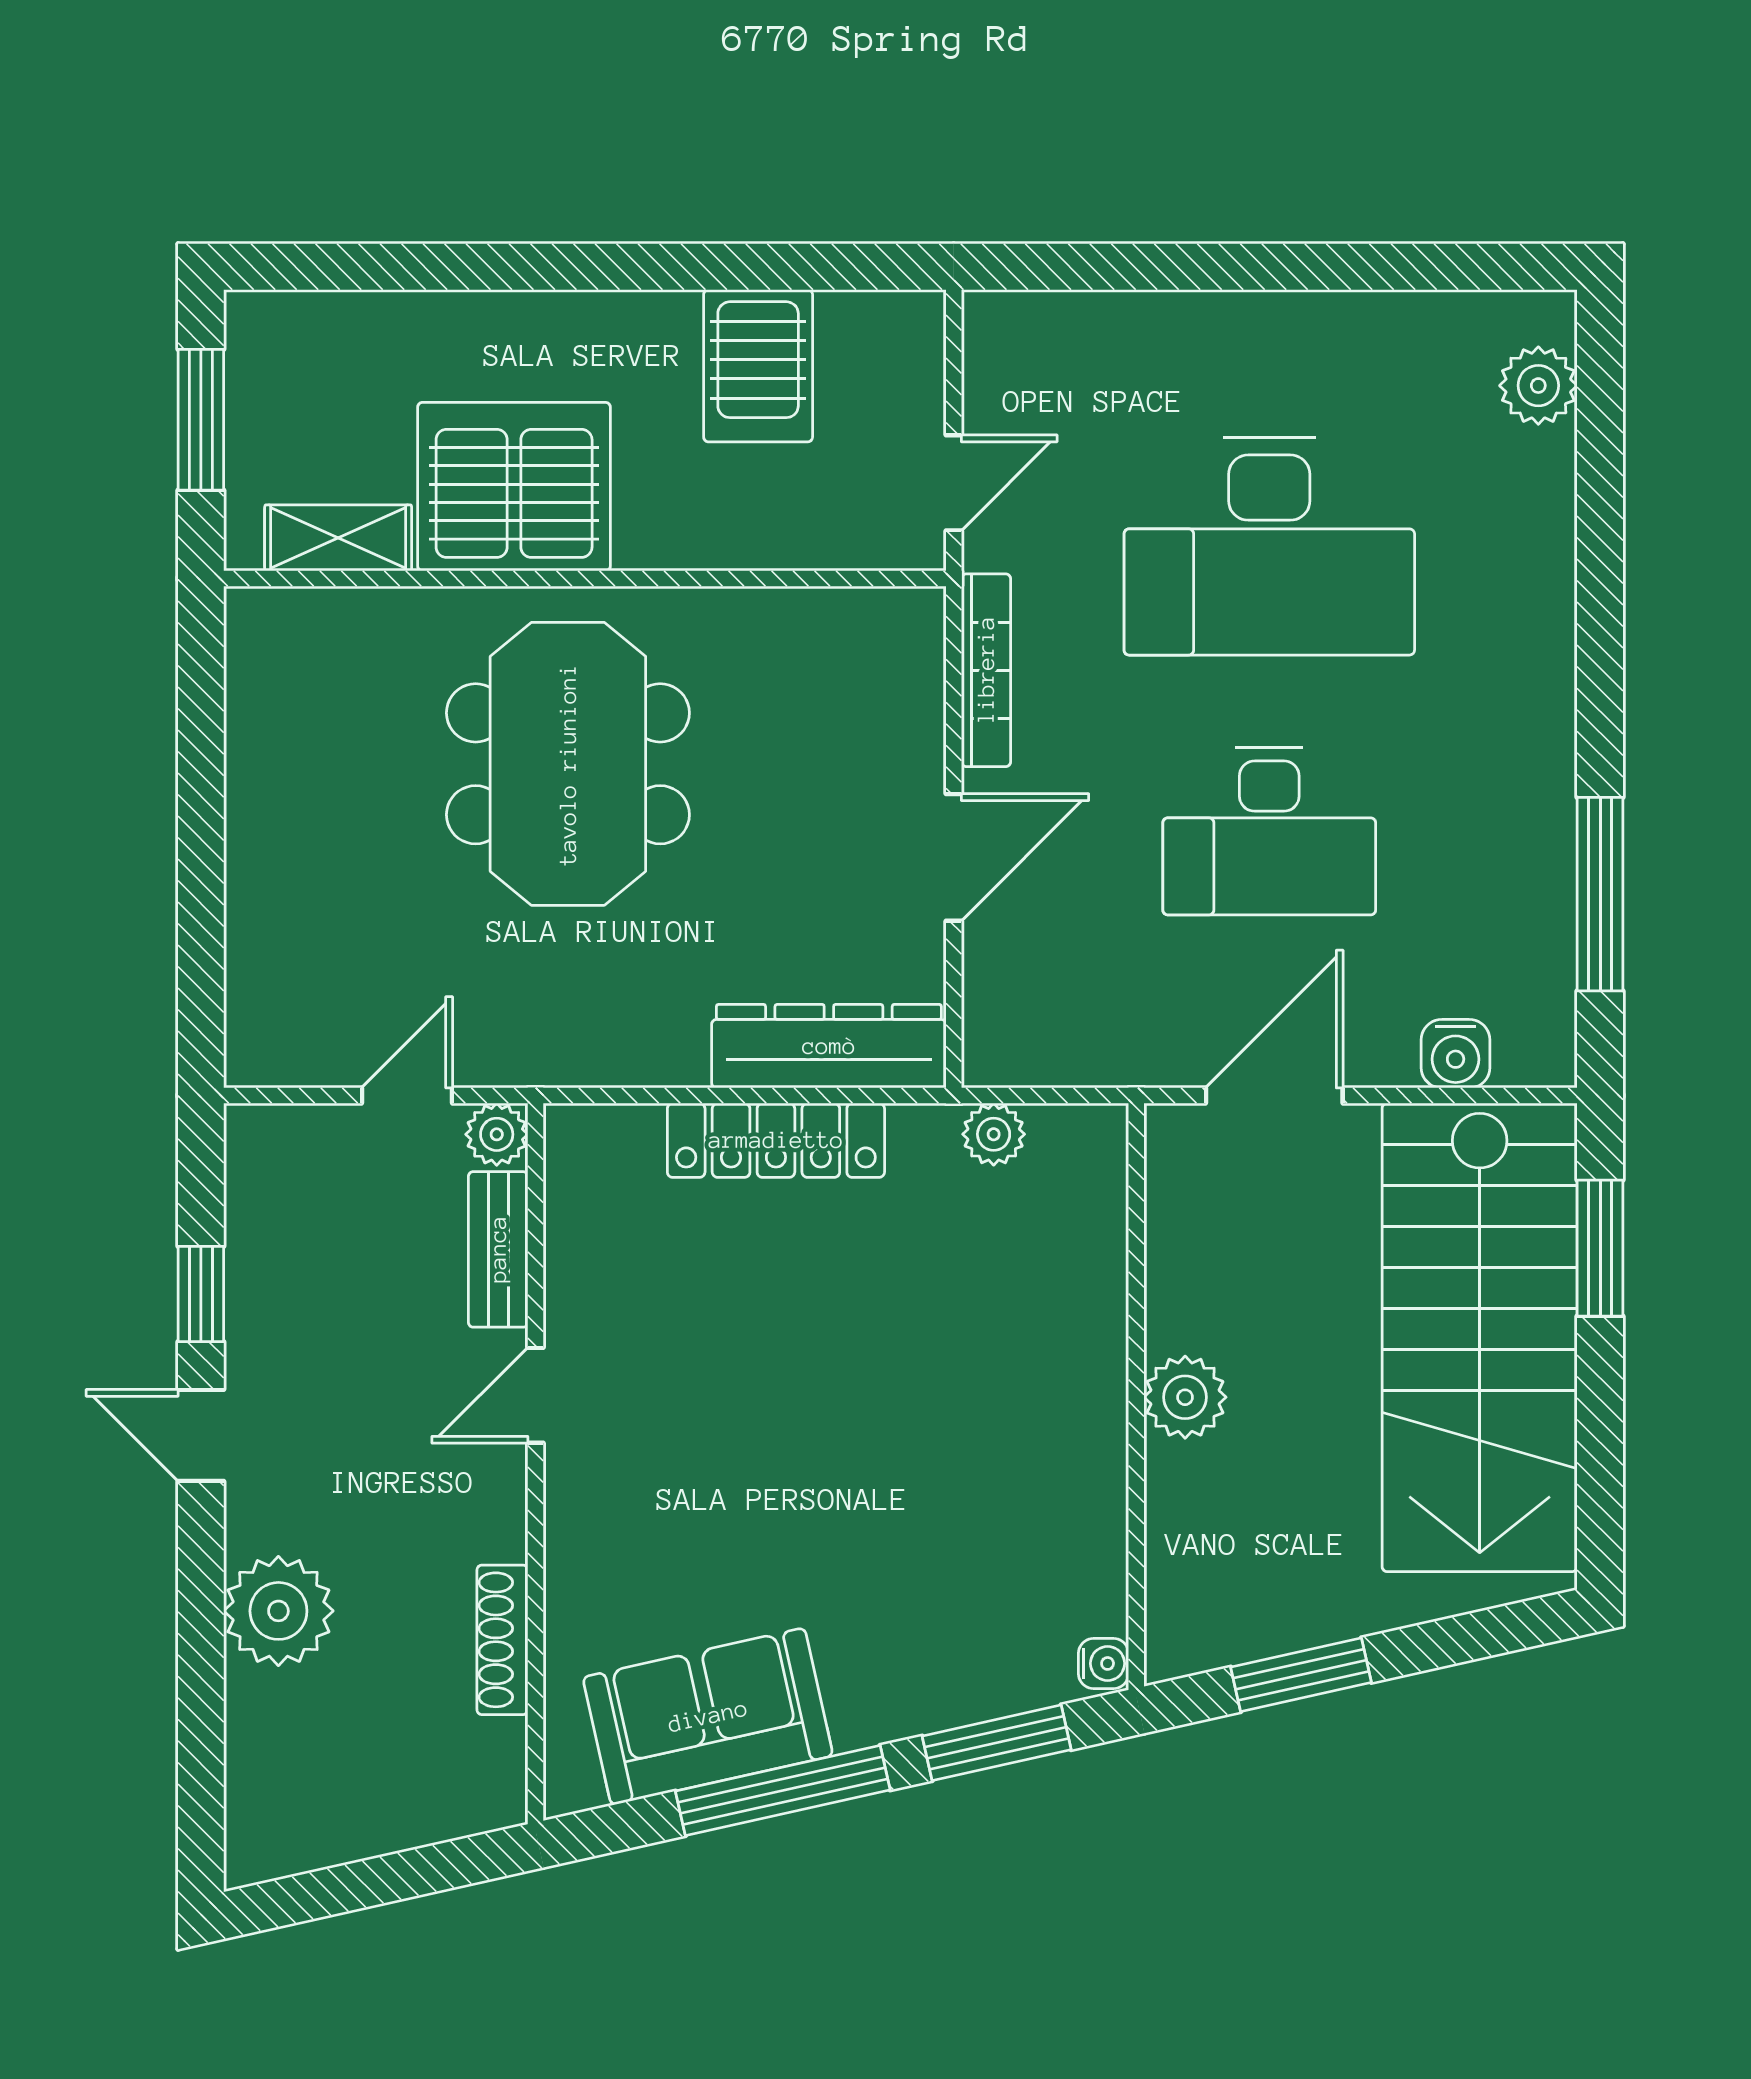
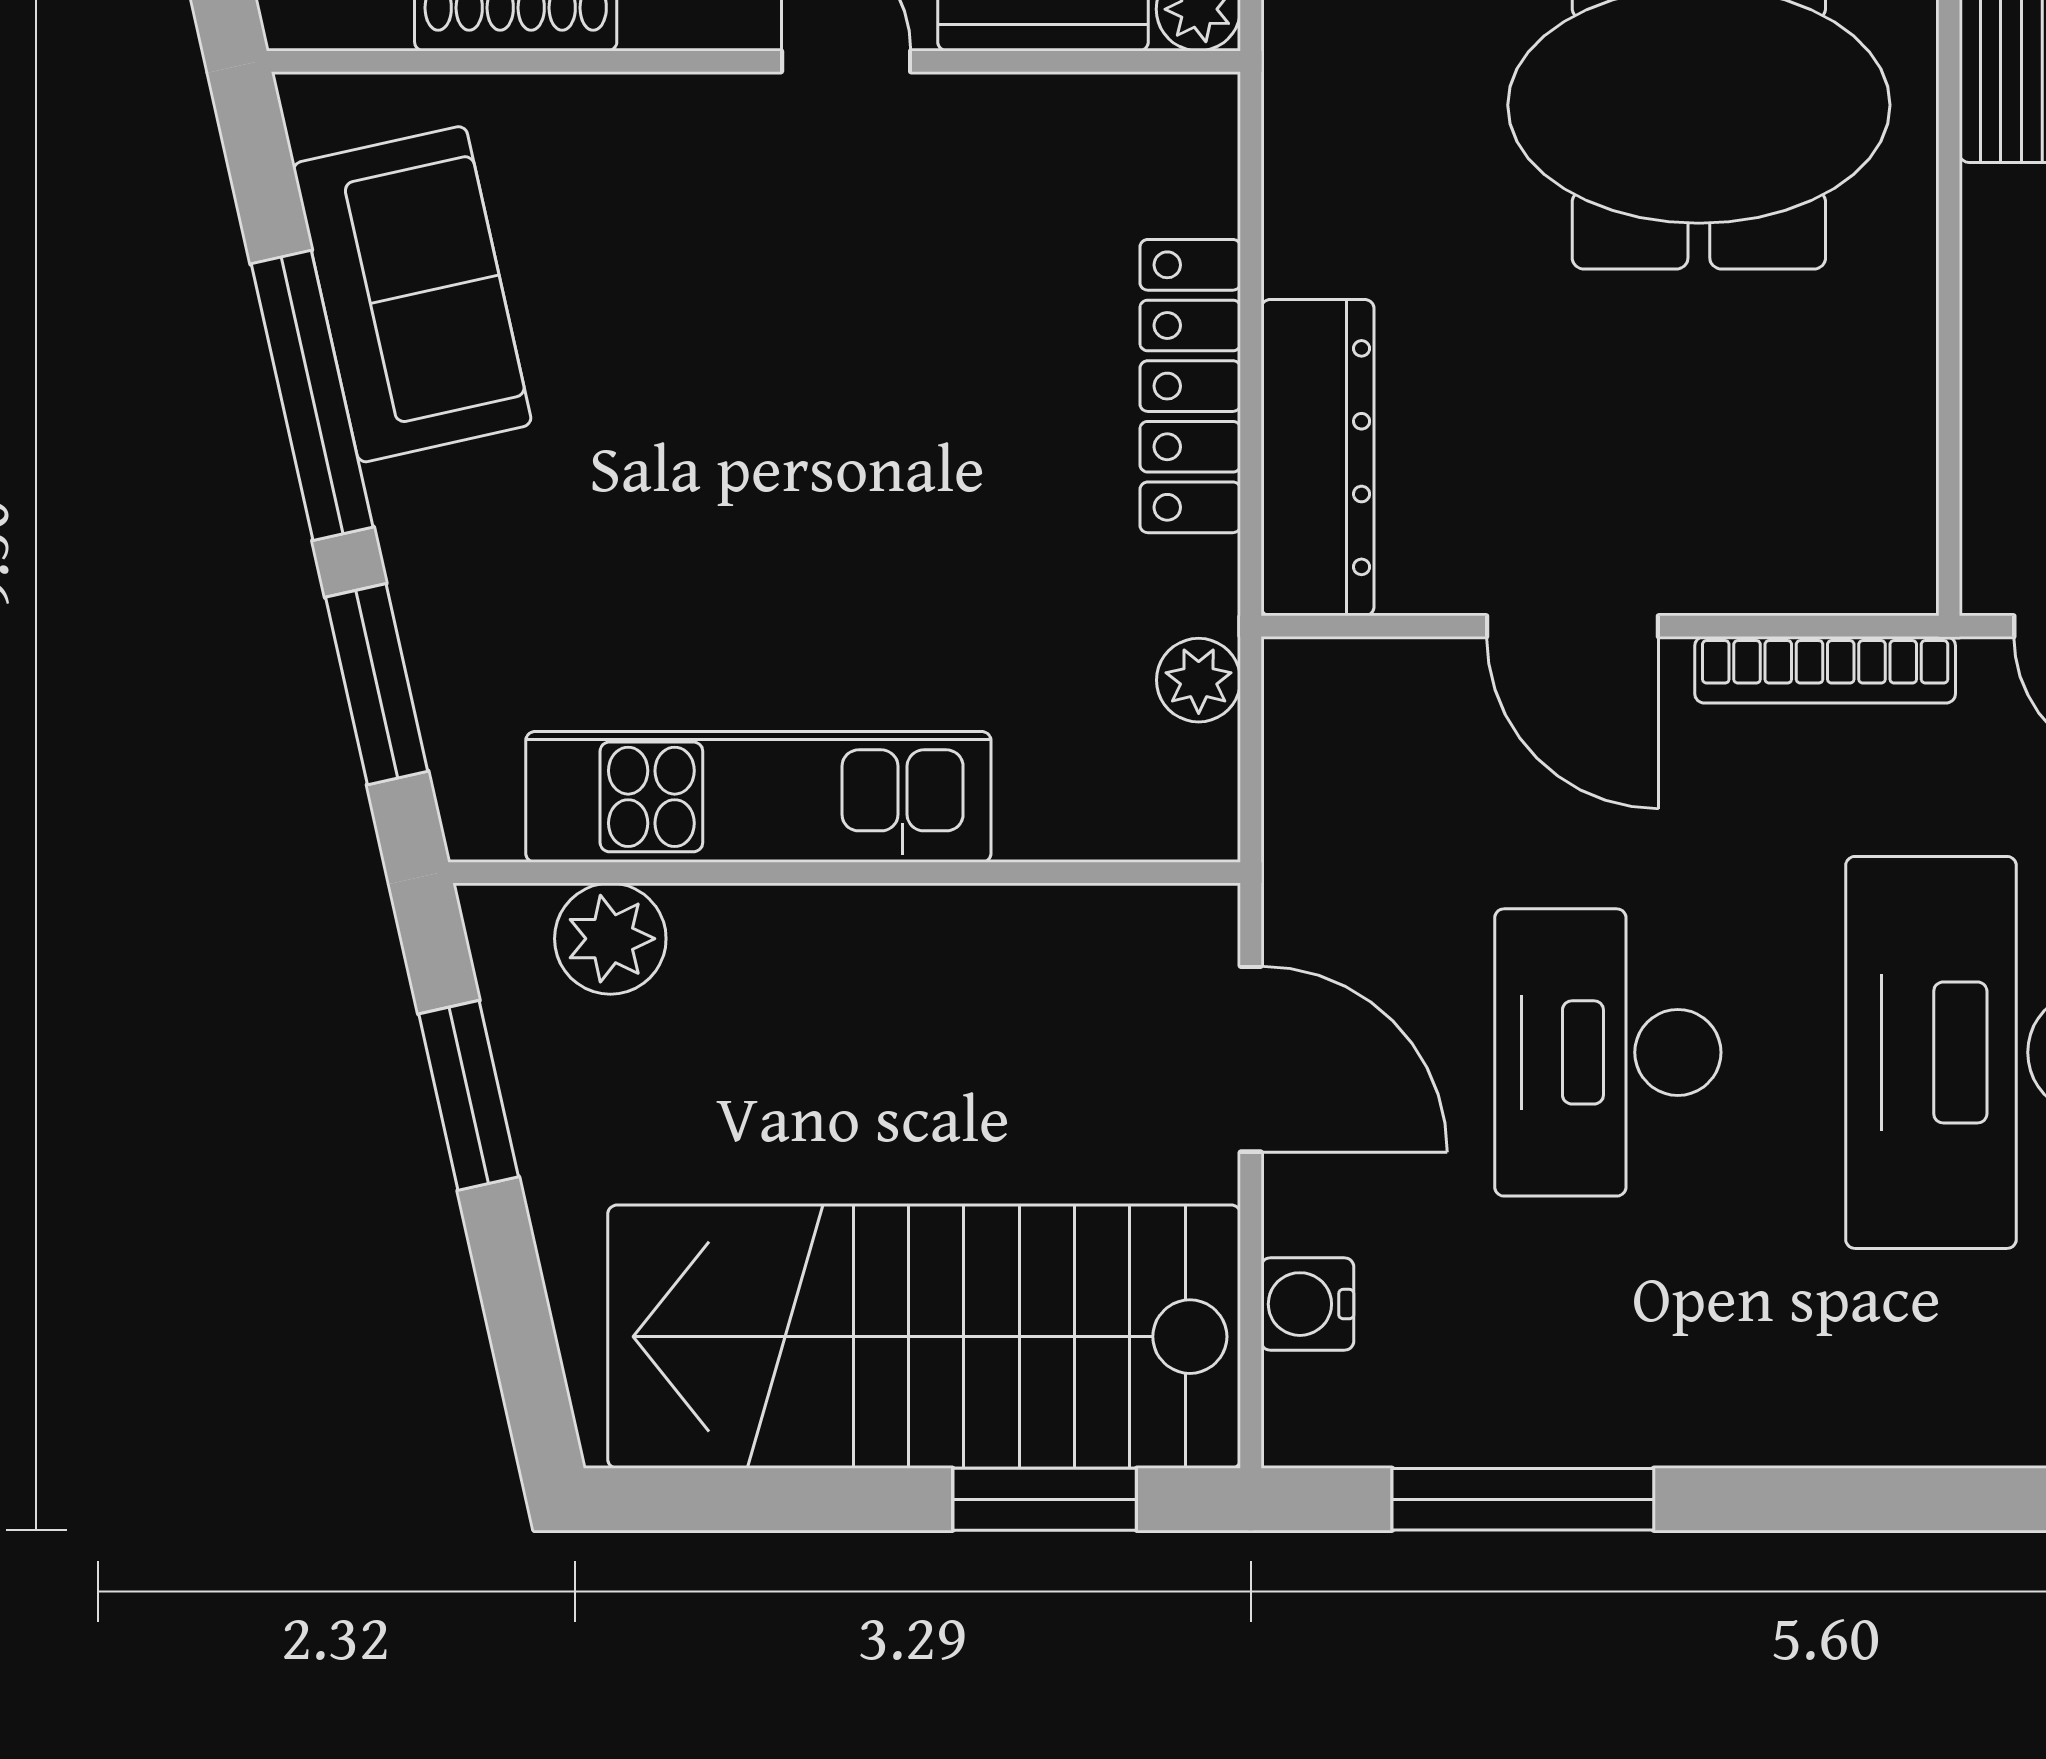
plant: (1185, 1397) -> (610, 939), moved
kitchen unit: (1080, 1460) -> (758, 797), added
water cooler: (1104, 1663) -> (484, 829), removed

